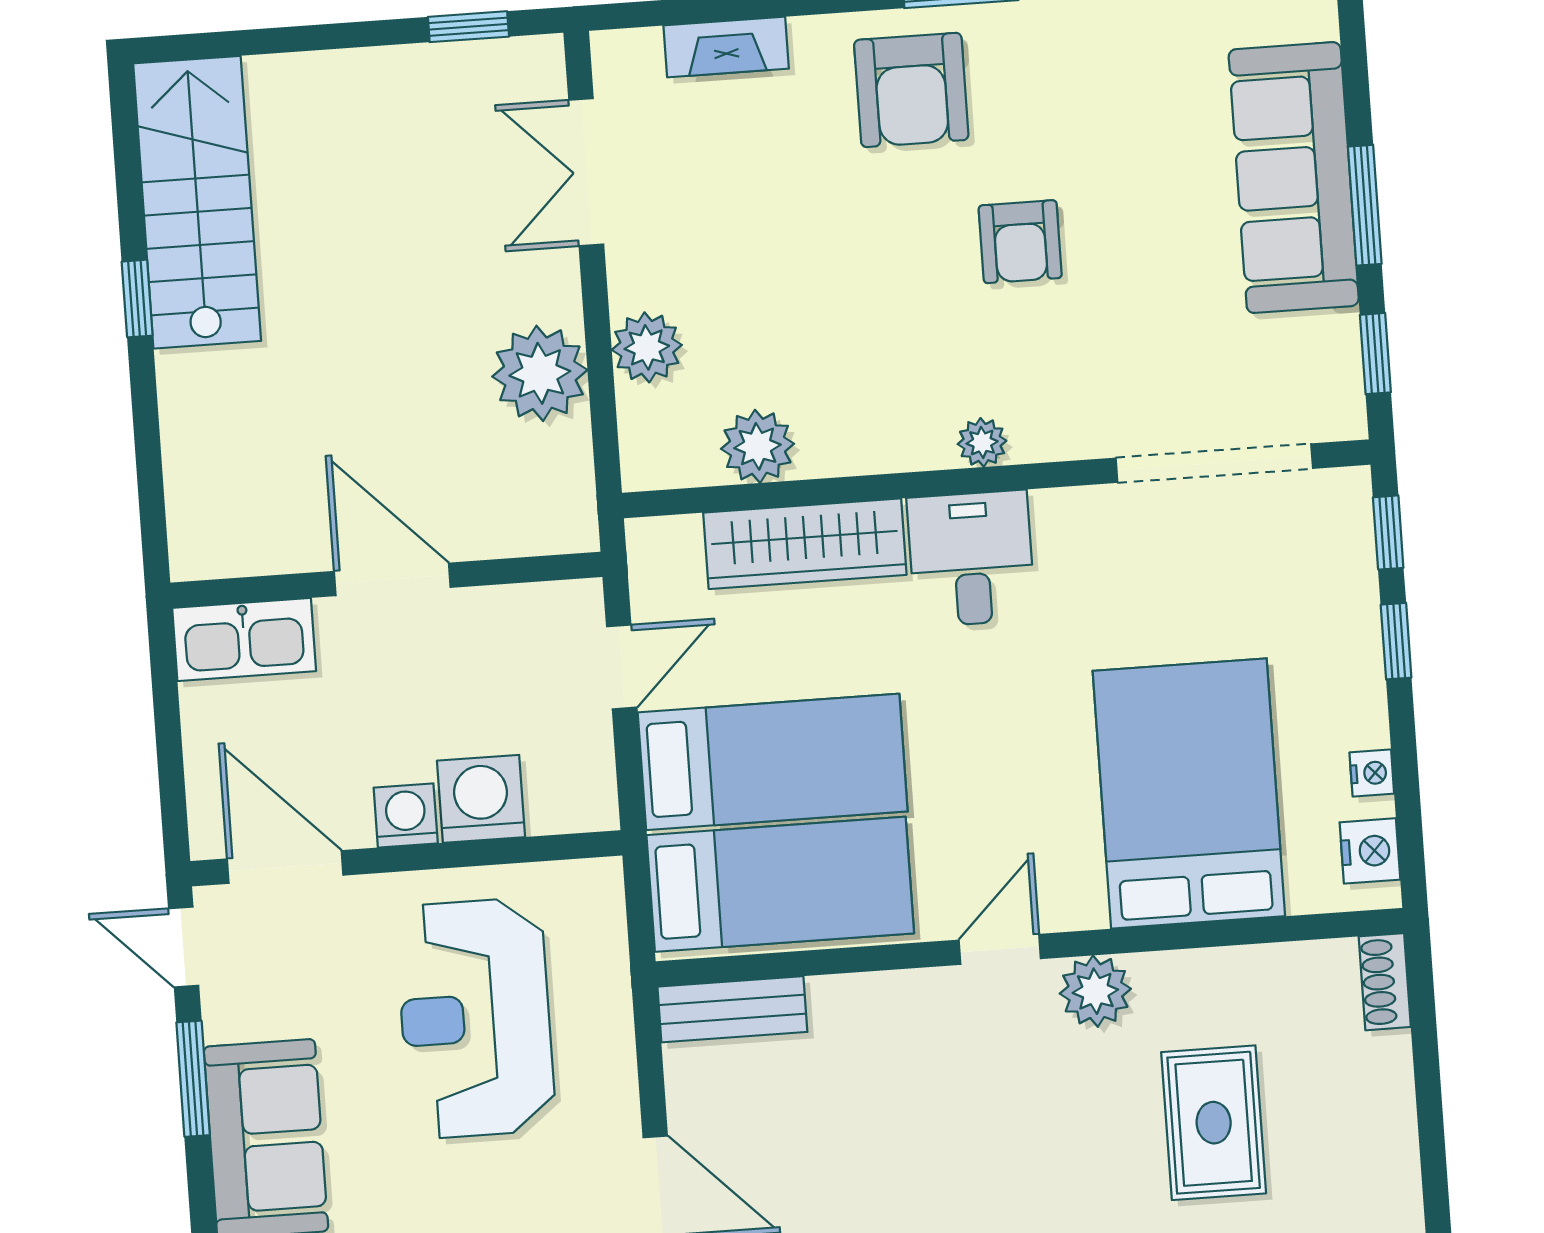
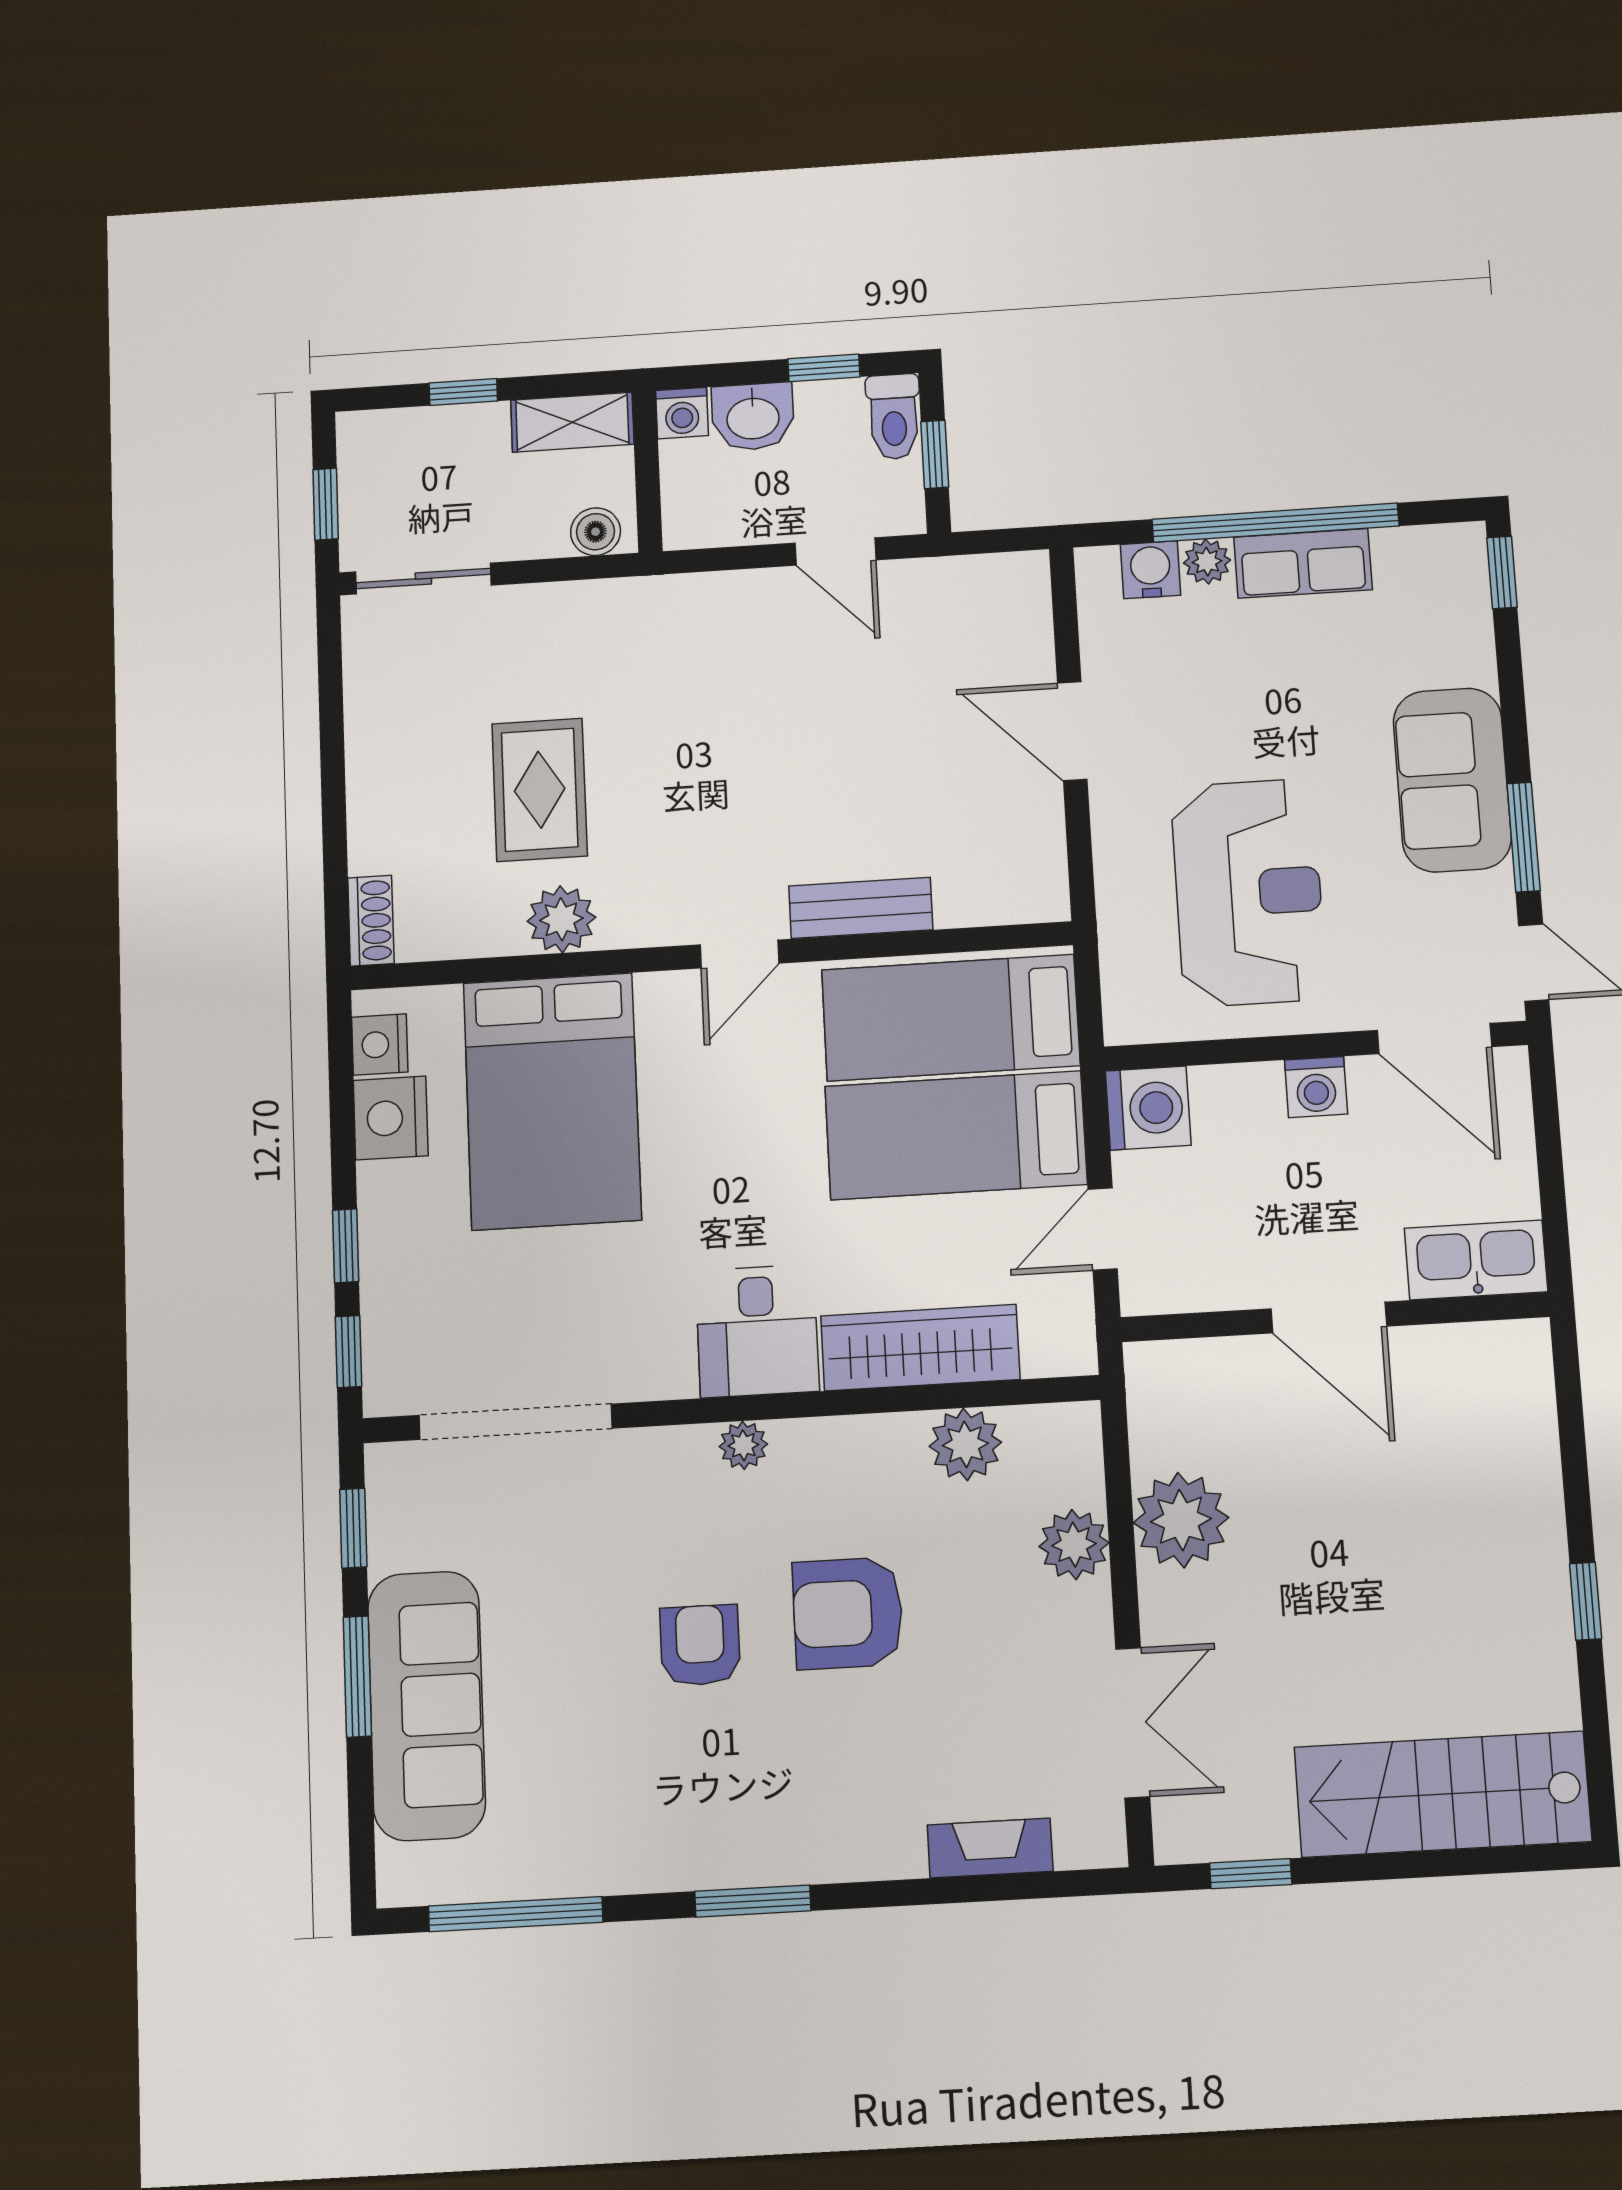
armchair: (911, 90) -> (848, 1613), moved, turned -90
stairs: (197, 202) -> (1443, 1794), moved, turned 90
nightstand: (1372, 773) -> (391, 1118), width x1.89, depth x1.79
washing machine: (481, 799) -> (1148, 1108), moved, turned -90
plant: (1095, 991) -> (561, 919), moved
bench: (732, 1009) -> (861, 908), moved

